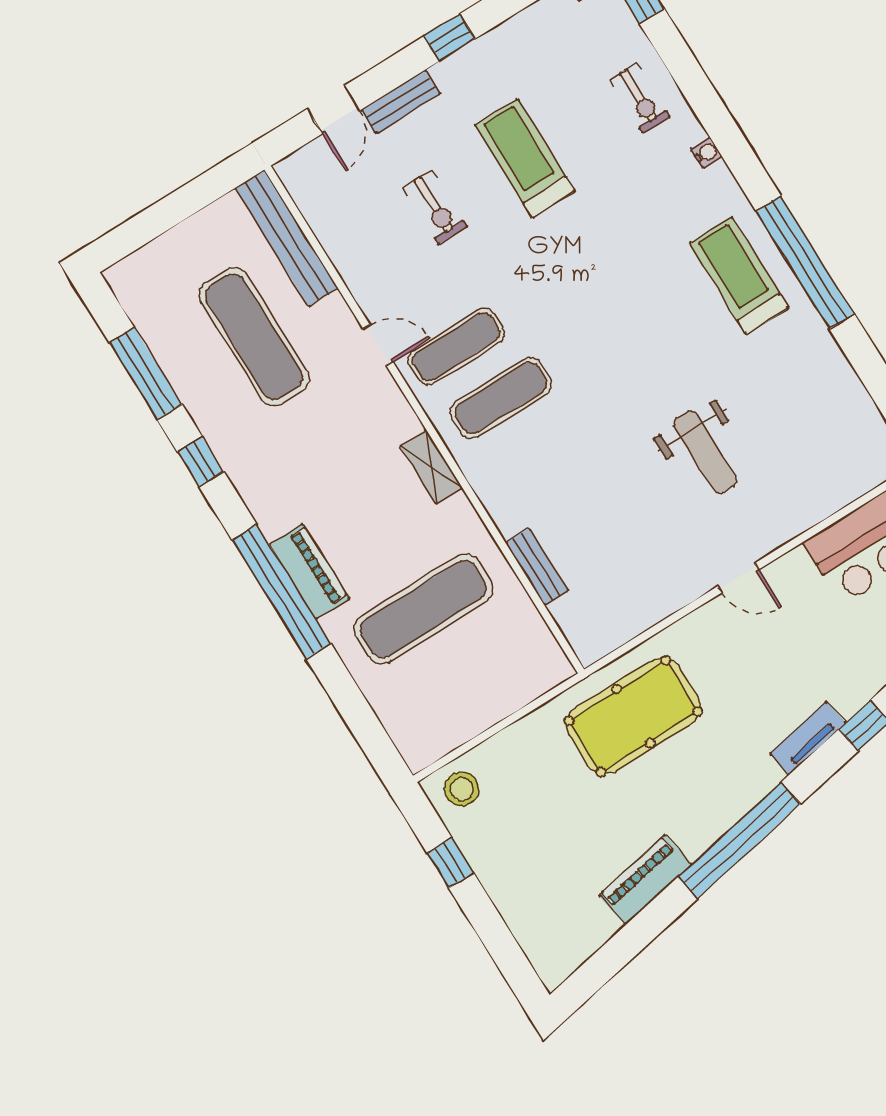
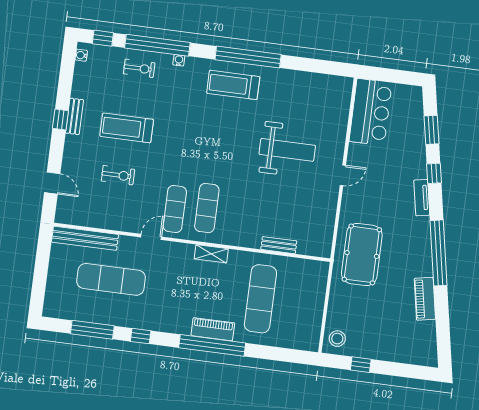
window: (702, 97) -> (157, 45), added
bench: (401, 102) -> (75, 116), moved
weight bench: (705, 452) -> (287, 150), width x1.36, depth x1.33

